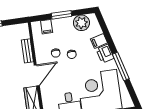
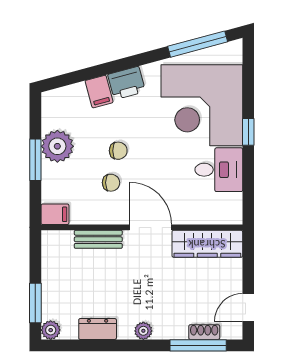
plant: (81, 23) -> (57, 146), moved
filing cabinet: (47, 27) -> (55, 214), moved
window: (121, 66) -> (198, 44), moved

